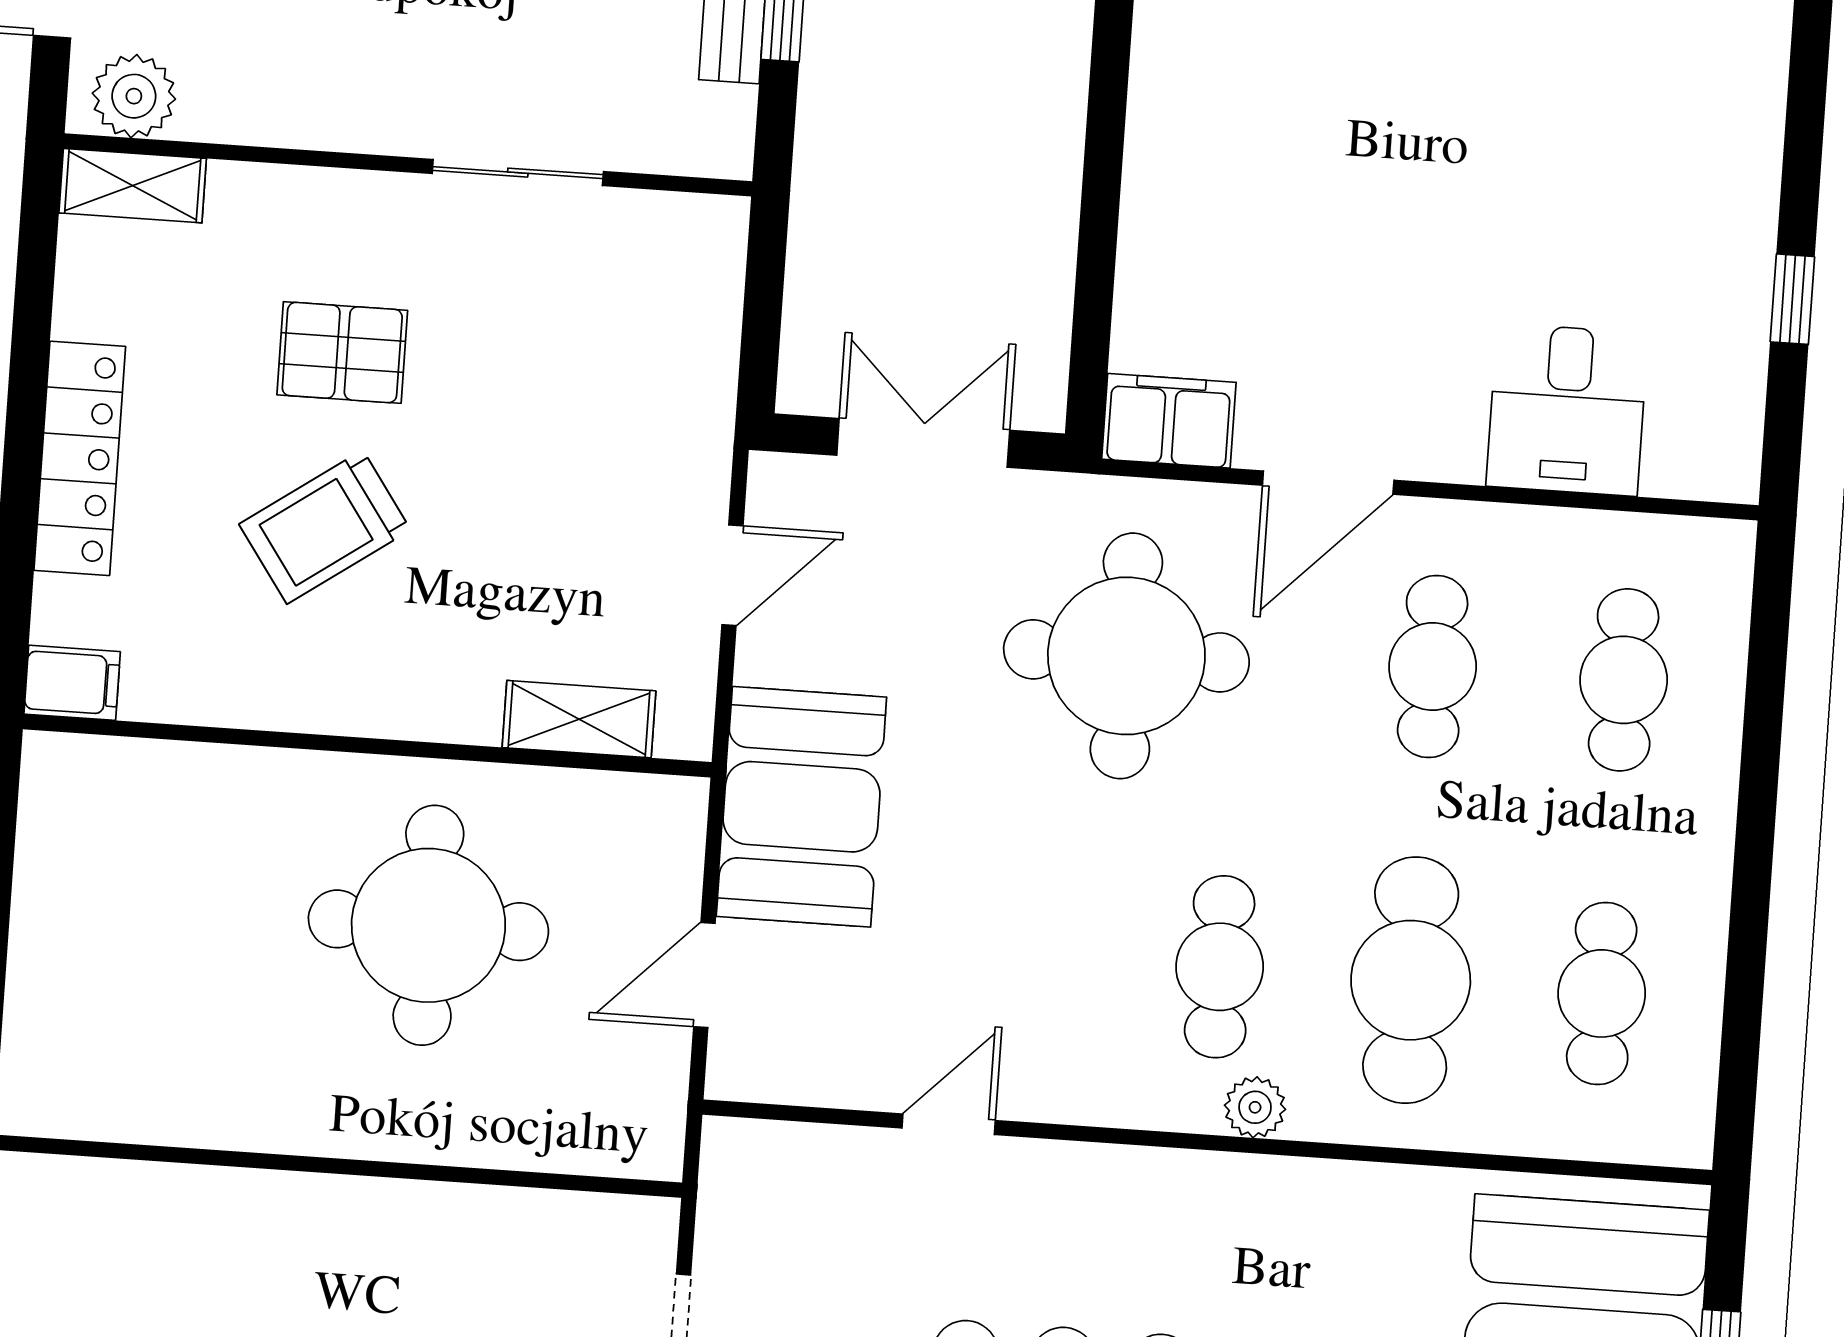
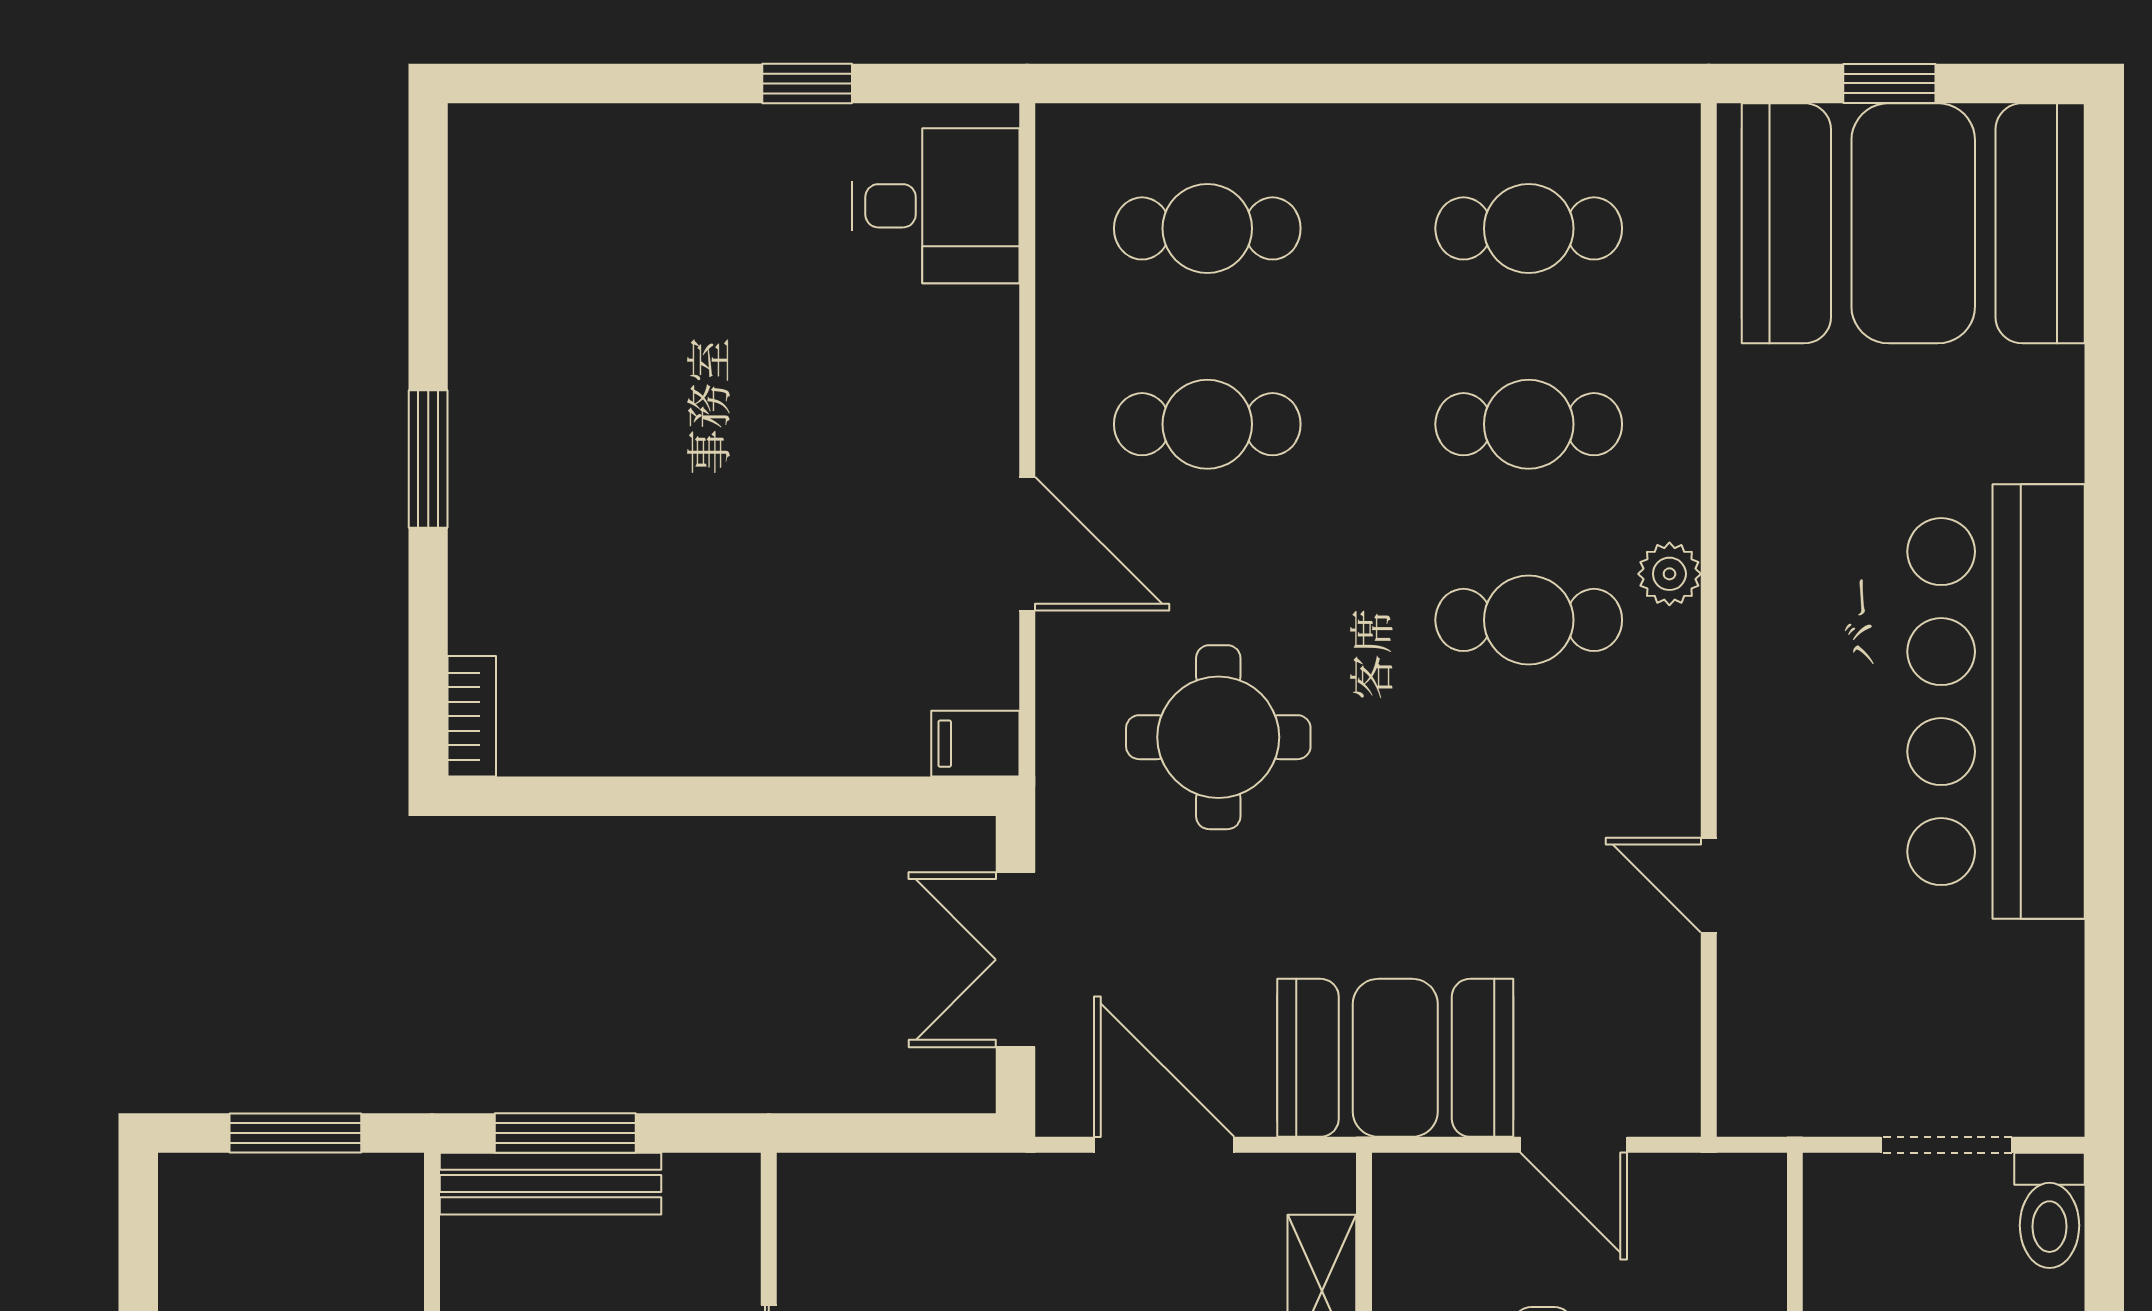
desk: (1567, 410) -> (936, 206), moved
filing cabinet: (1169, 421) -> (975, 744), width x0.50
door: (732, 575) -> (1164, 1145), width x1.38
round table: (1126, 656) -> (1218, 737), width x0.73, depth x0.73
cafe table: (1411, 980) -> (1529, 424), width x0.73, depth x0.74

